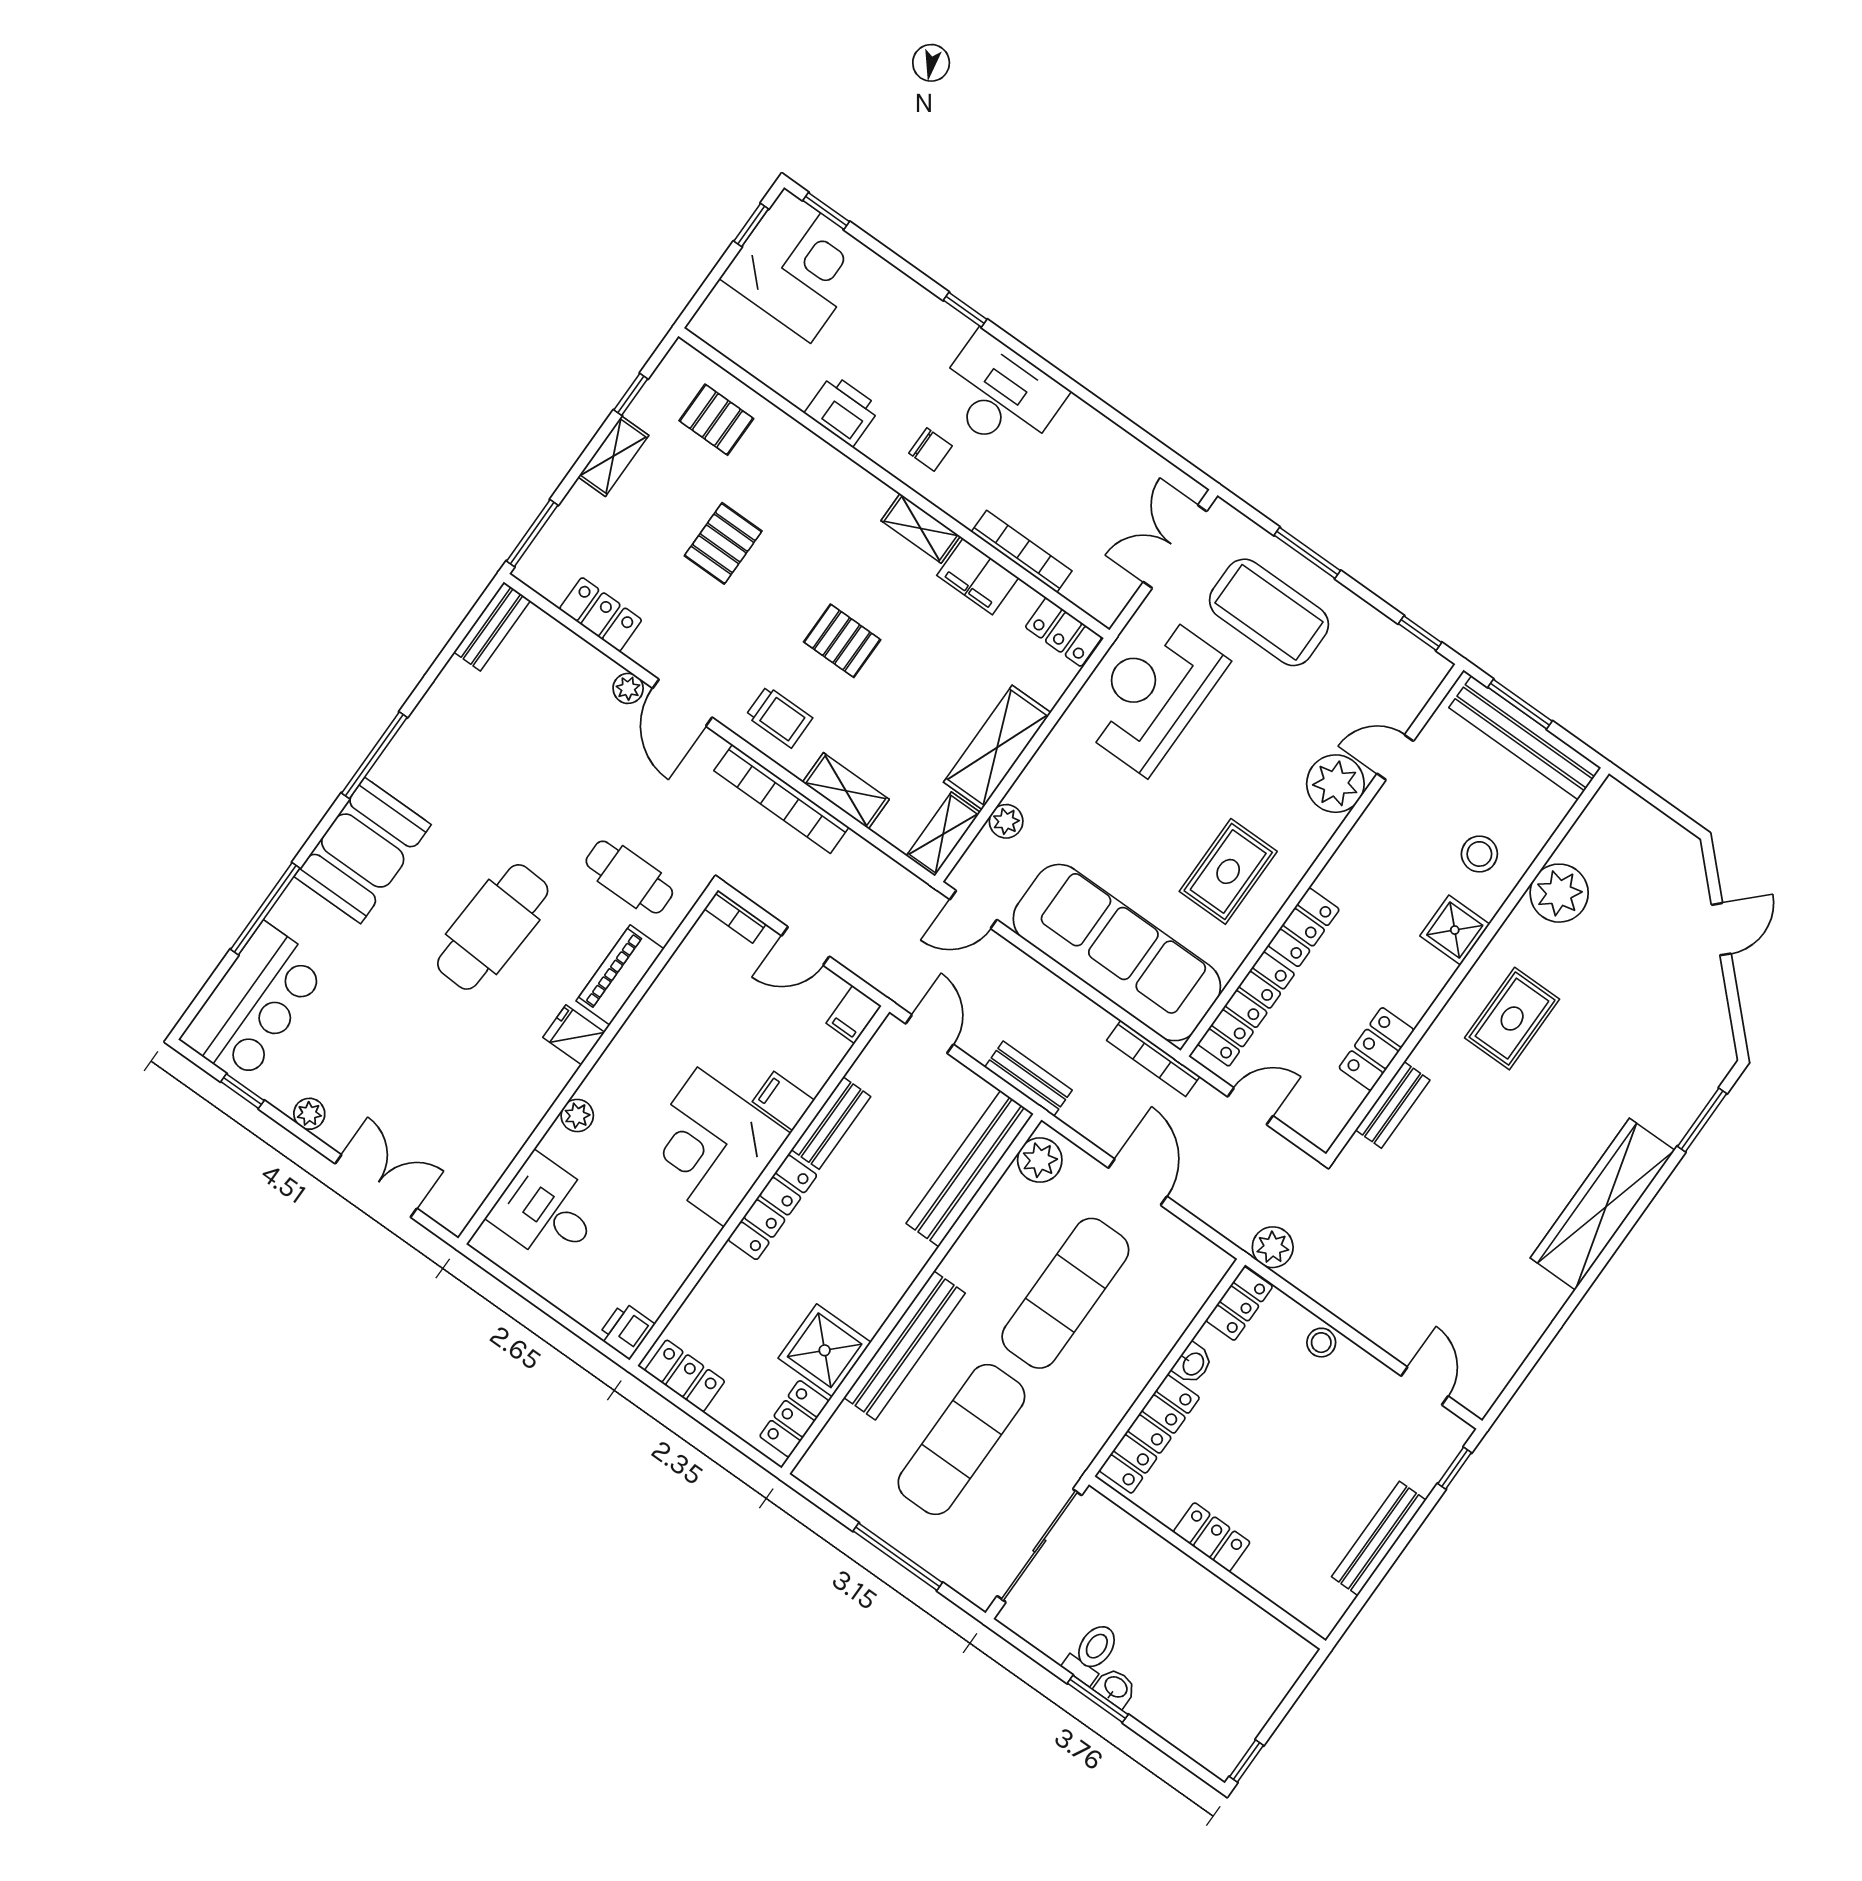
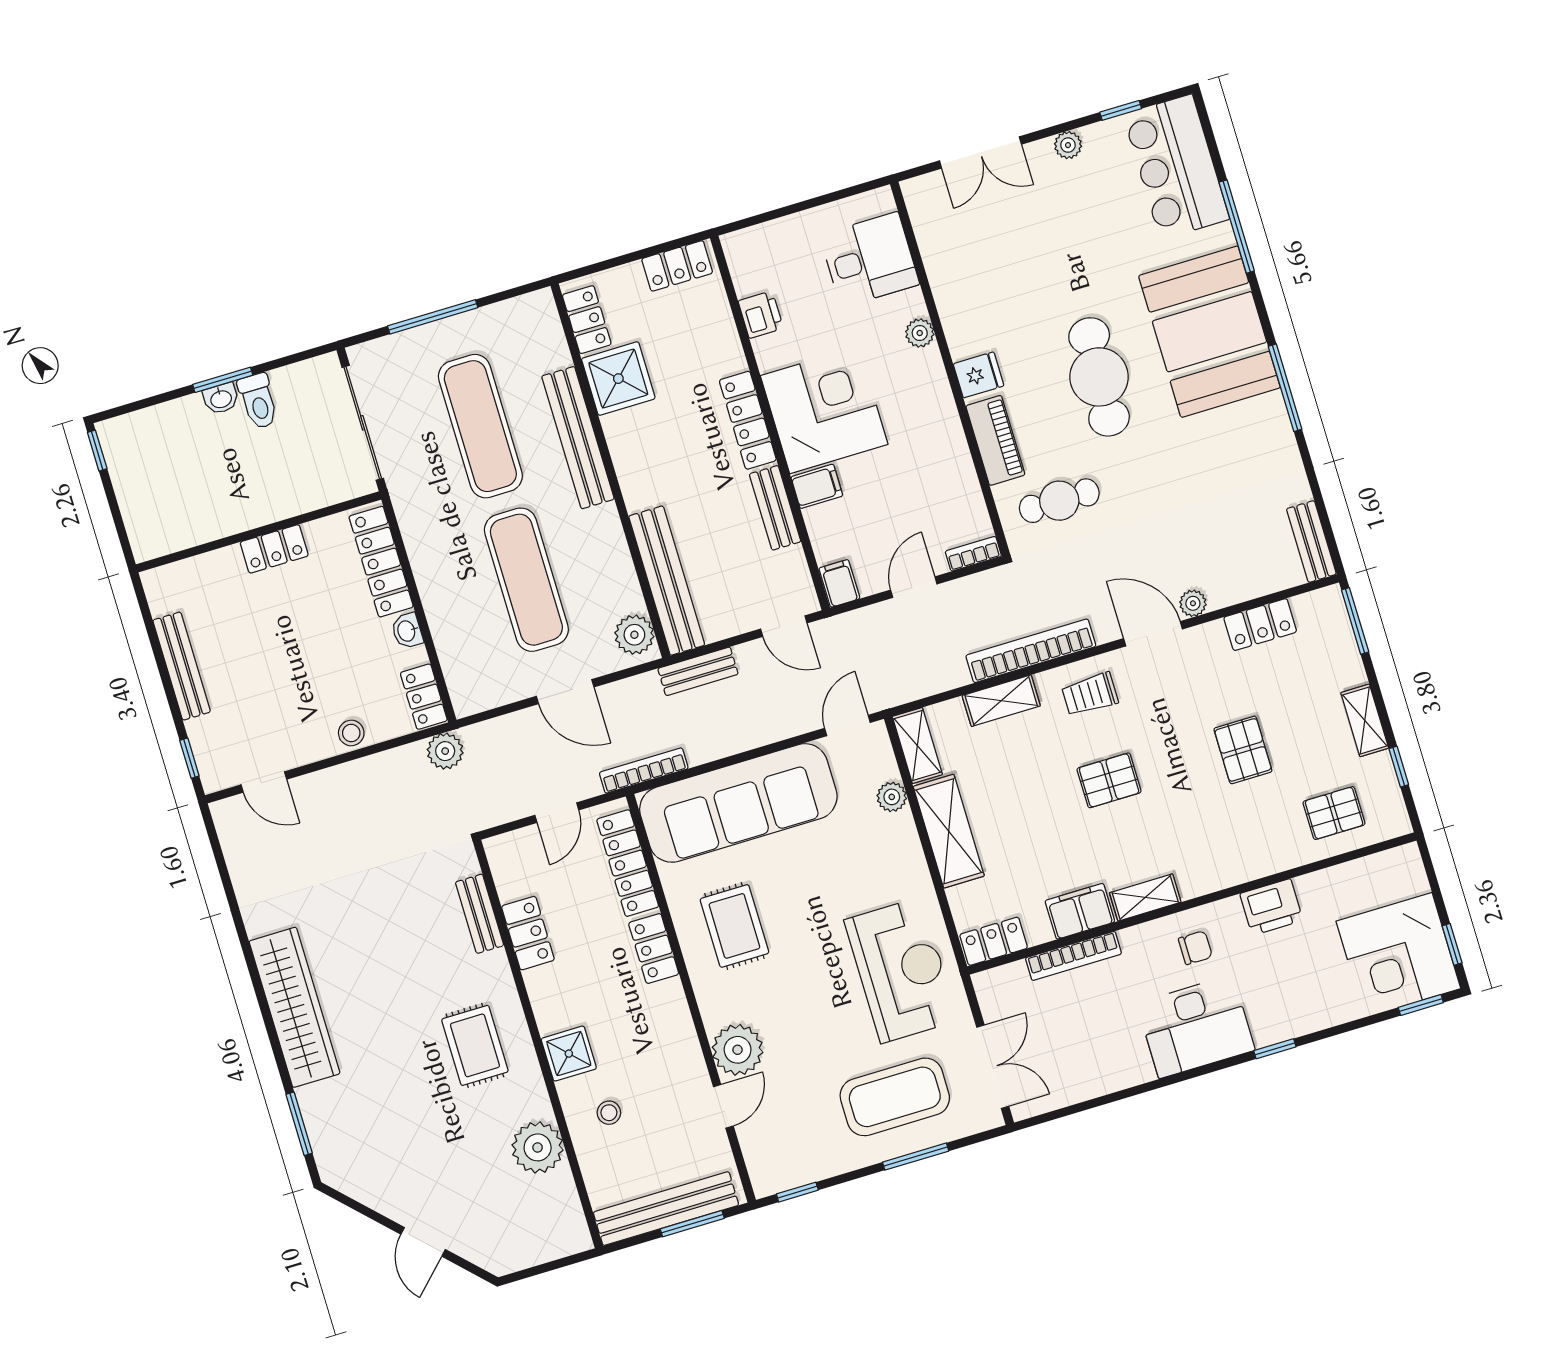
chair: (931, 450) -> (1195, 948), turned 180
booth: (363, 851) -> (1209, 332), width x1.36, depth x1.42
stool: (1479, 854) -> (609, 1113), width x0.73, depth x0.73
printer: (626, 1331) -> (761, 315), moved

